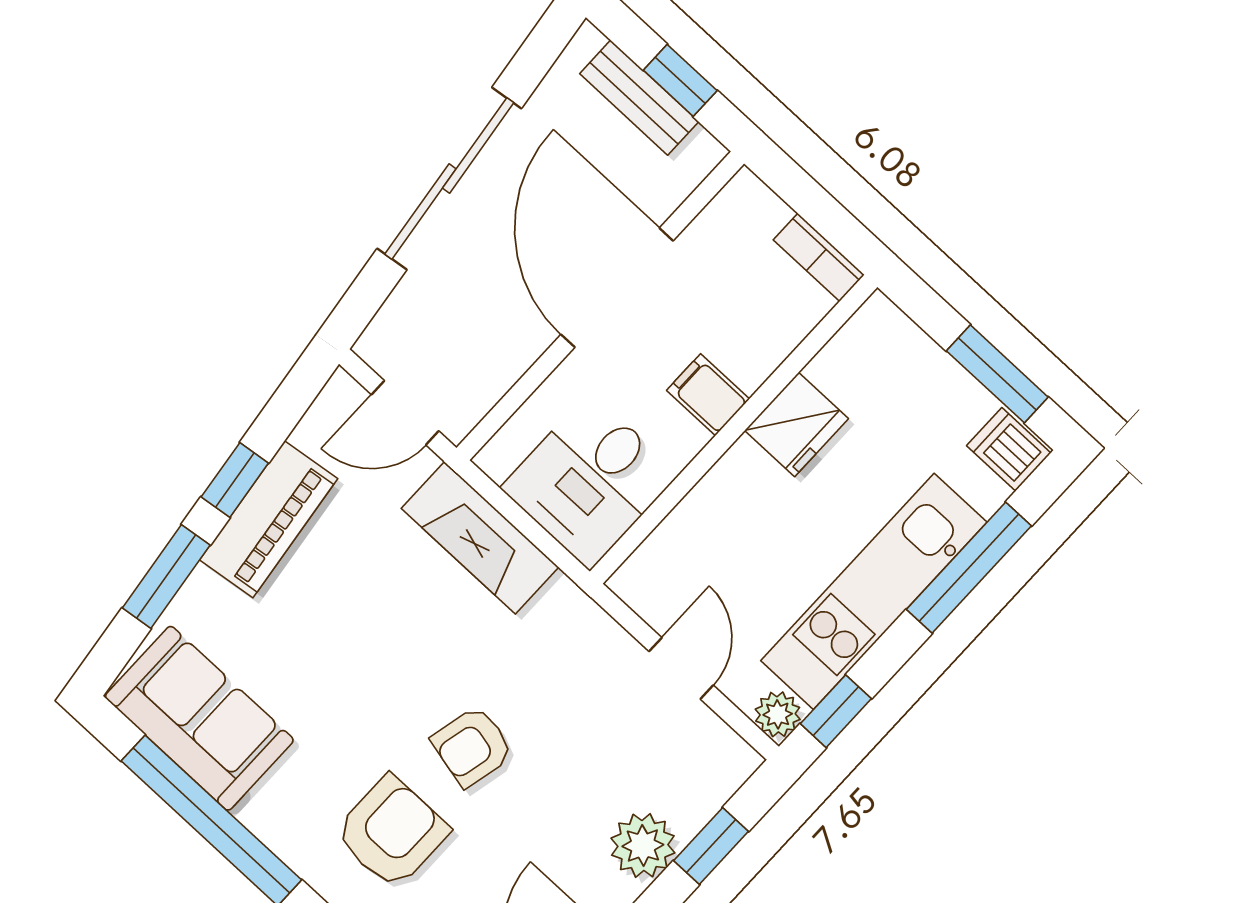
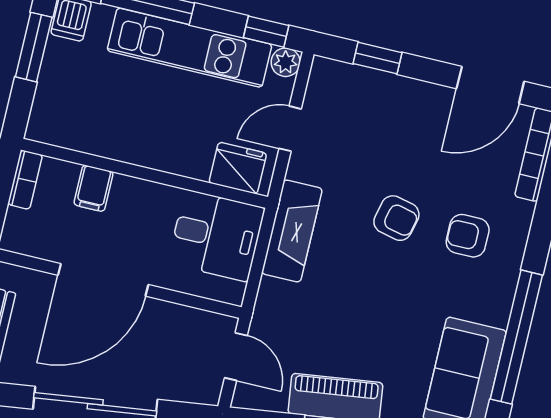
filing cabinet: (708, 395) -> (94, 188), moved
fridge: (797, 424) -> (238, 168), moved
fireplace: (480, 538) -> (292, 231), moved
armchair: (392, 832) -> (468, 236), width x0.72, depth x0.72
plant: (643, 845) -> (398, 95), removed

